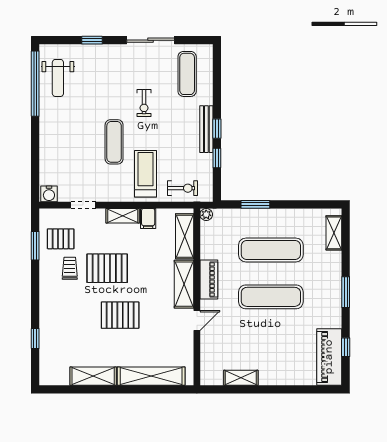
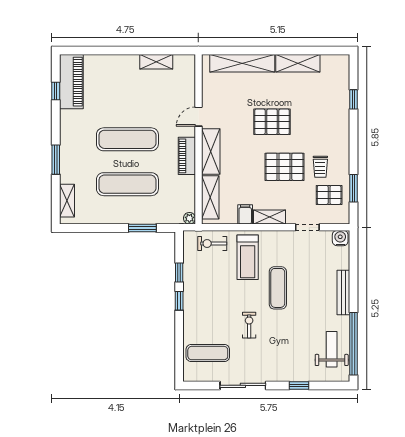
exercise mat: (187, 74) -> (208, 353), turned 90
bench: (206, 129) -> (343, 293), moved
window: (346, 292) -> (56, 160), moved

